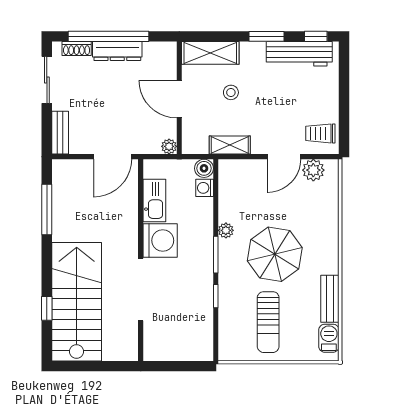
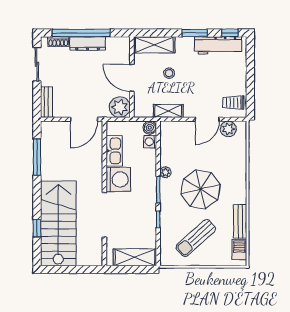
plant: (169, 146) -> (120, 107), width x1.88, depth x1.88
sun lounger: (268, 322) -> (196, 238), turned 48
shelving: (183, 349) -> (135, 257), added

